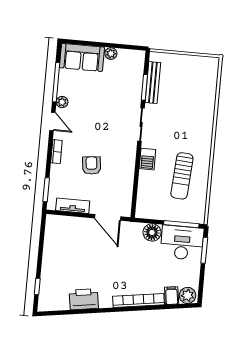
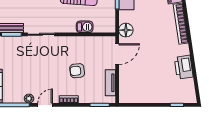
barbecue: (147, 159) -> (85, 27), moved
floor lamp: (152, 232) -> (126, 30), moved

